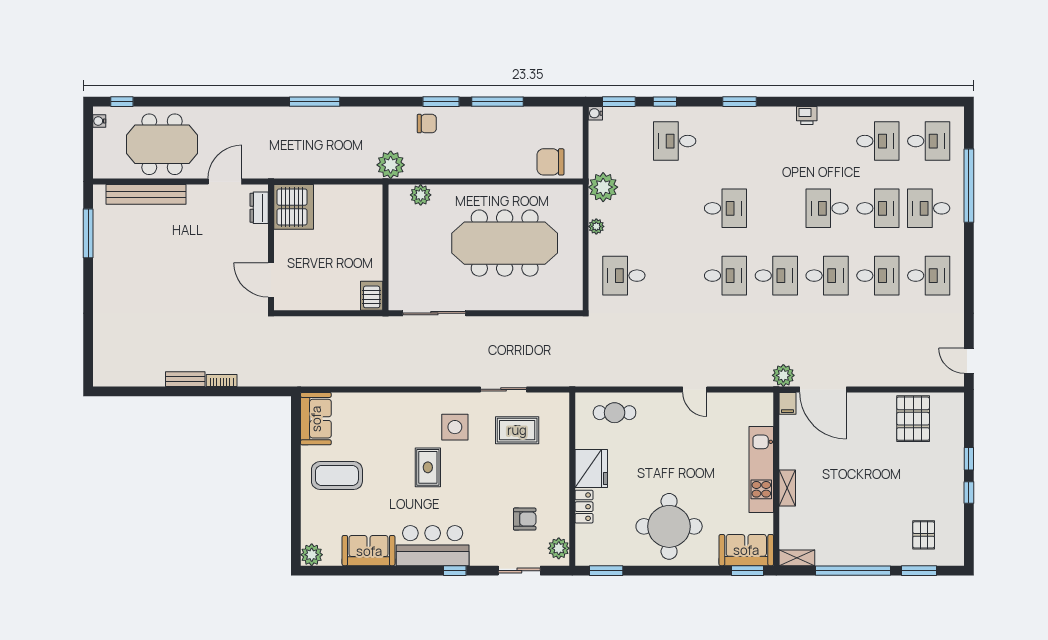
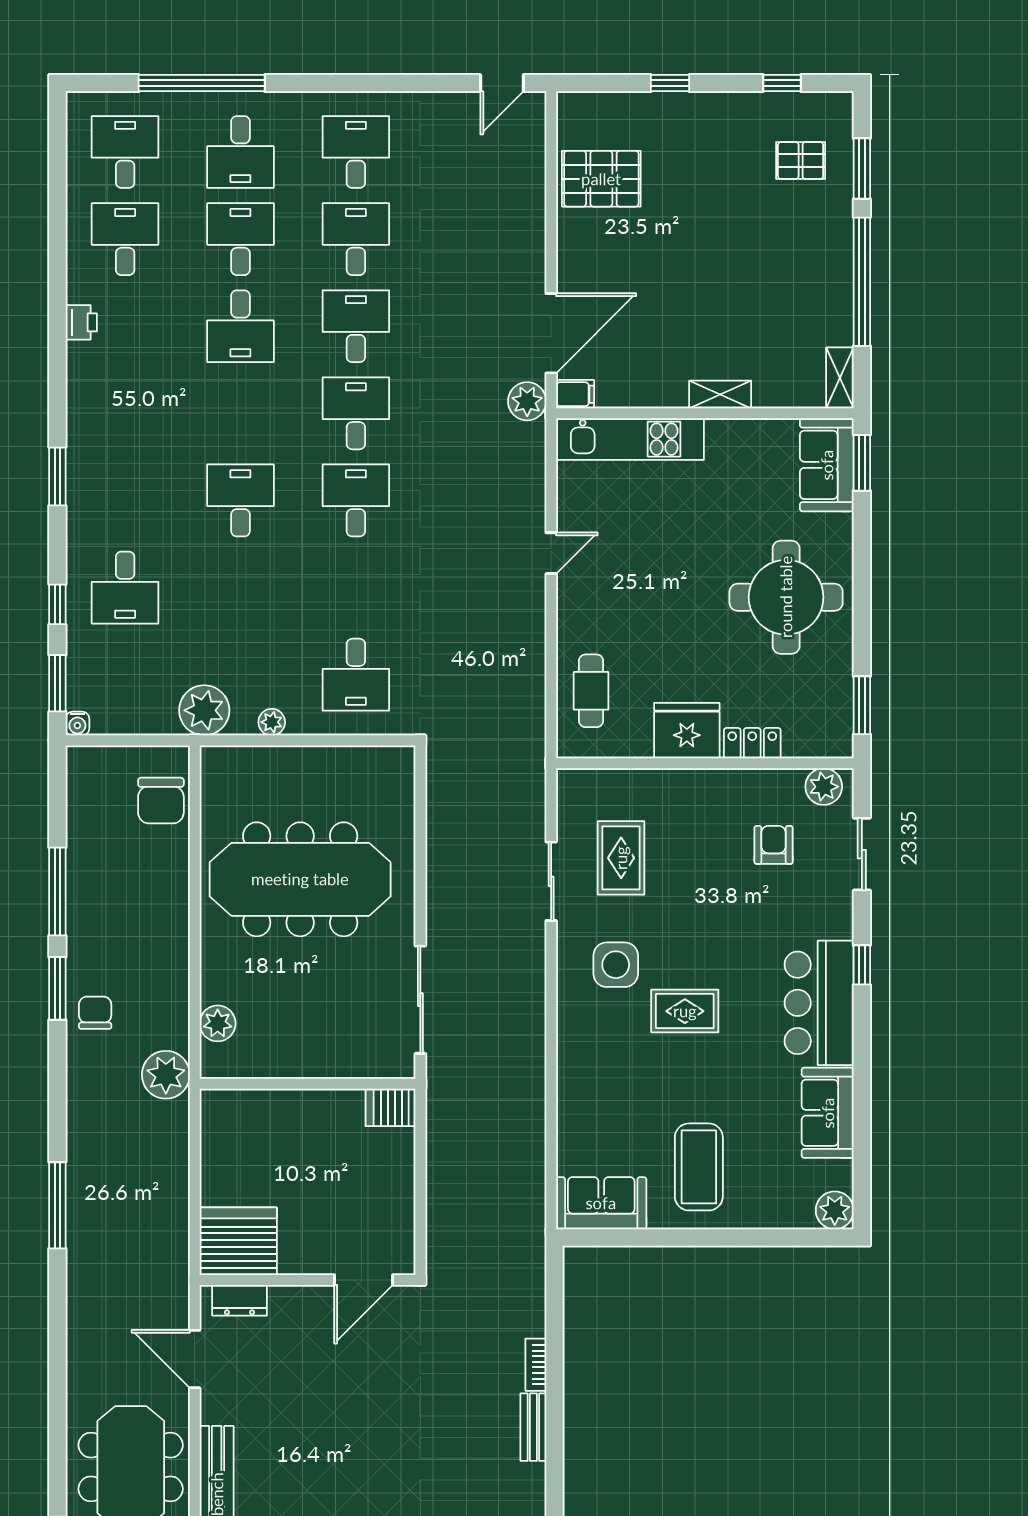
printer: (807, 115) -> (81, 322), moved
meeting table: (505, 243) -> (300, 879), turned 90
kitchen unit: (761, 469) -> (630, 439), moved
window: (969, 493) -> (782, 83), moved

